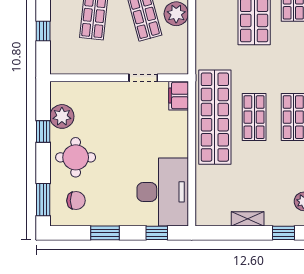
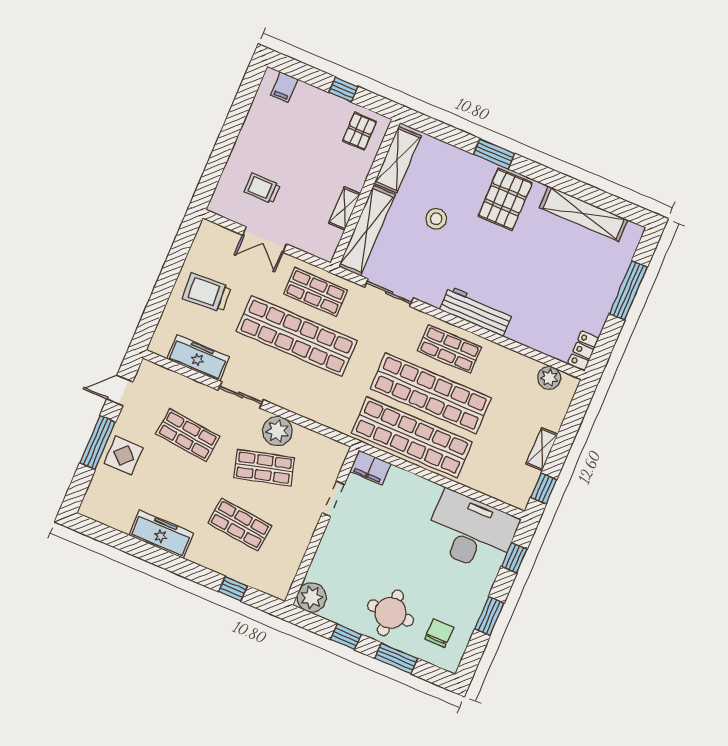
plant: (62, 116) -> (312, 597), moved
shop shelf: (254, 117) -> (431, 393), width x2.00, depth x1.36
window: (43, 200) -> (396, 658), moved
window: (283, 233) -> (544, 489), moved

